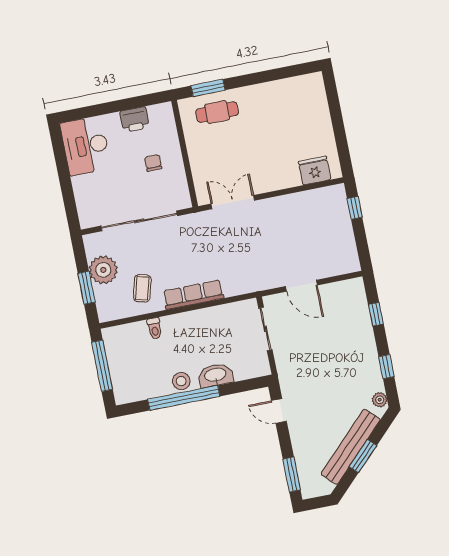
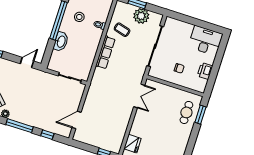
door: (301, 286) -> (77, 120), moved
window: (386, 367) -> (19, 126), width x2.17
stool: (181, 381) -> (79, 17), moved

